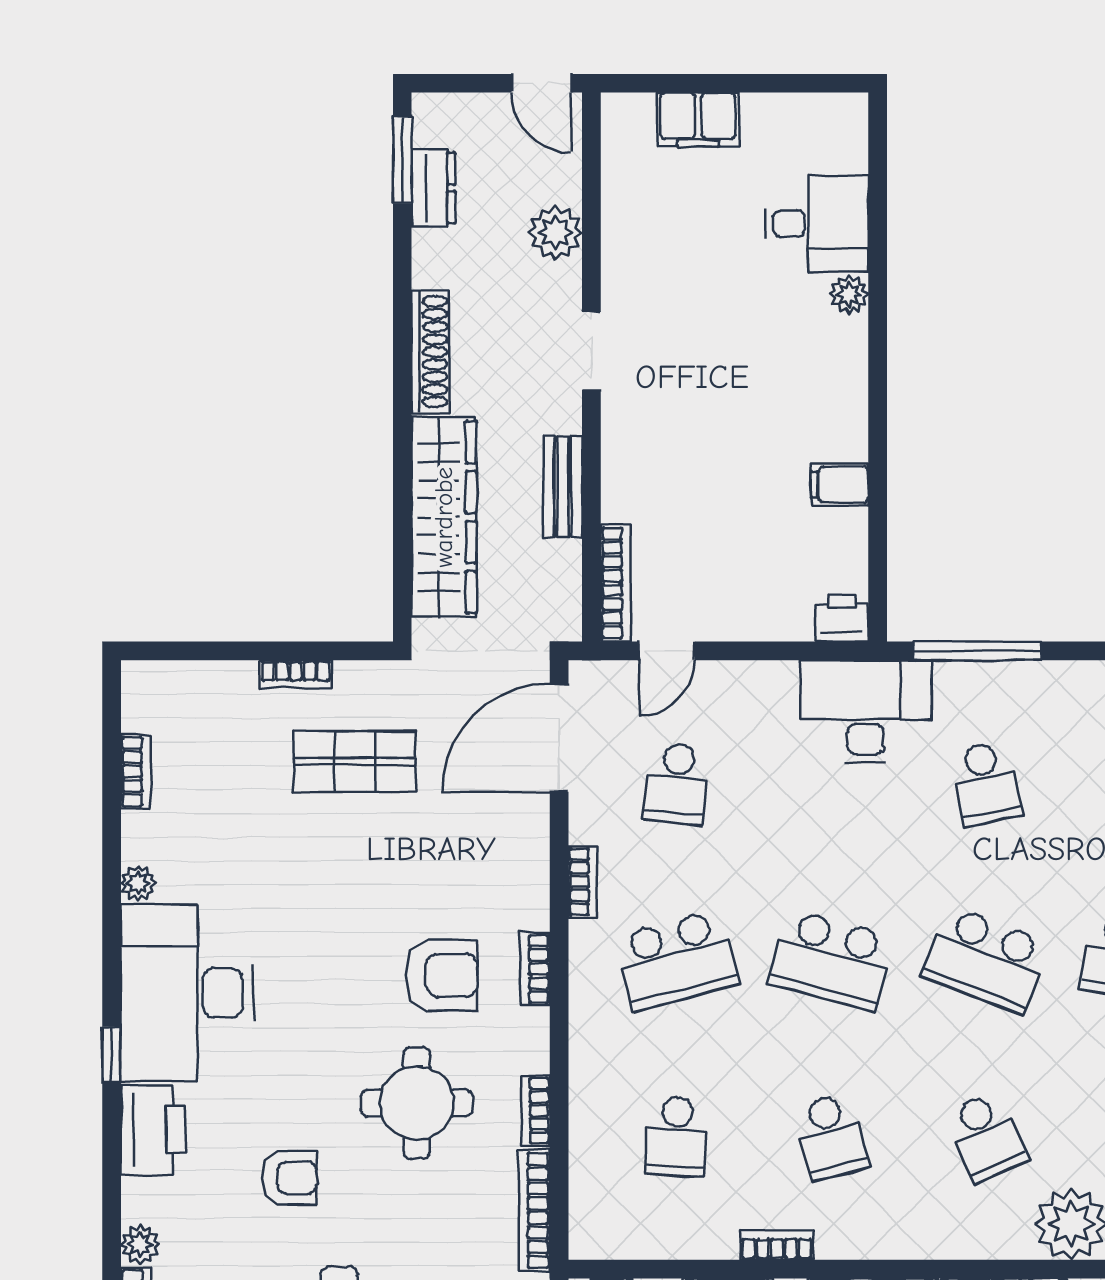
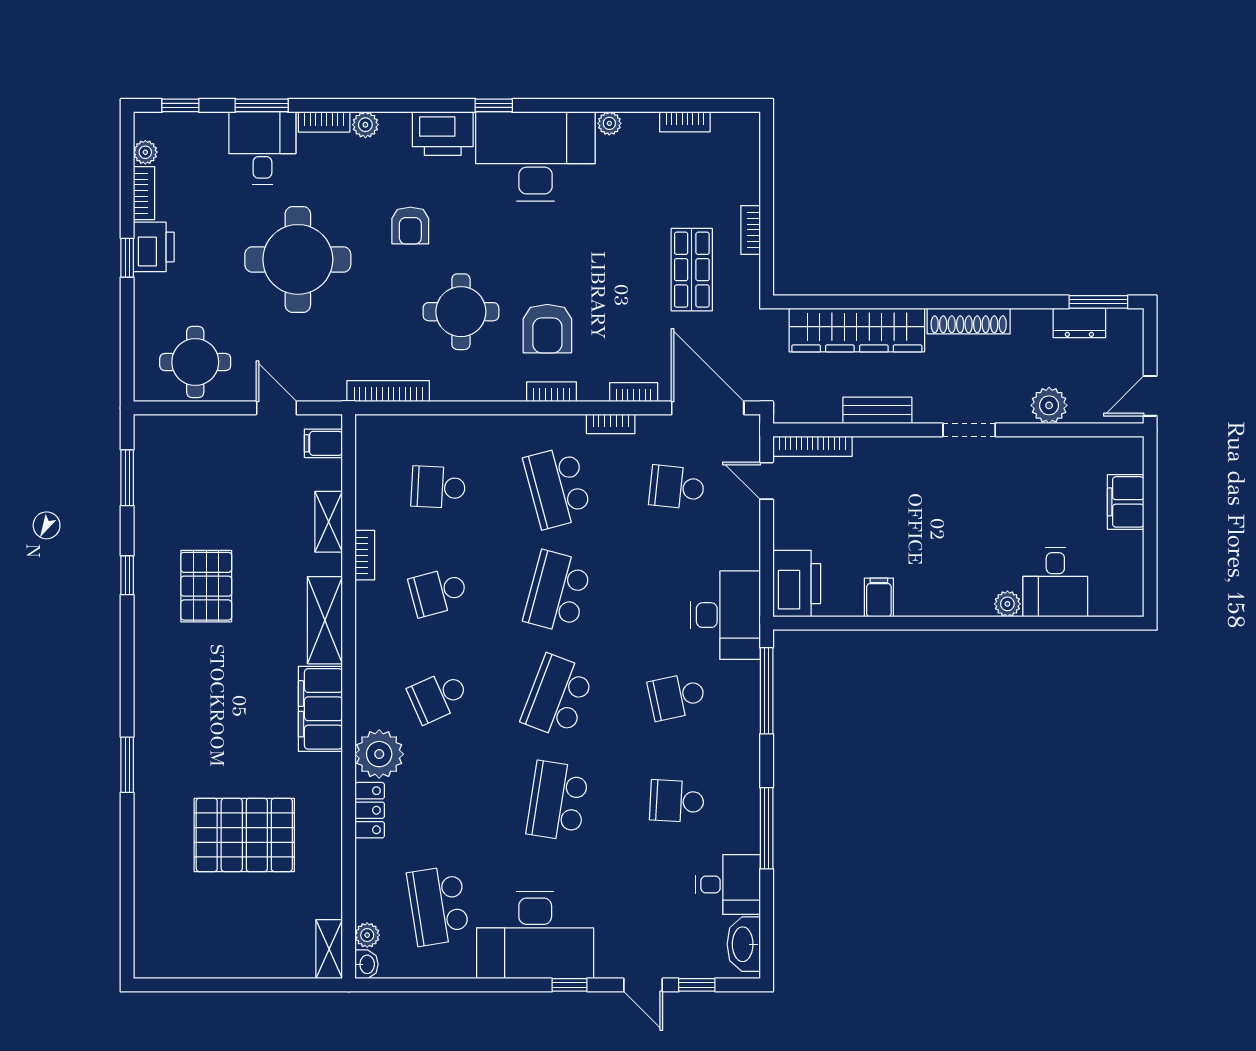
printer: (842, 618) -> (797, 584), width x1.87, depth x1.48
bookcase: (536, 1111) -> (634, 392), moved

